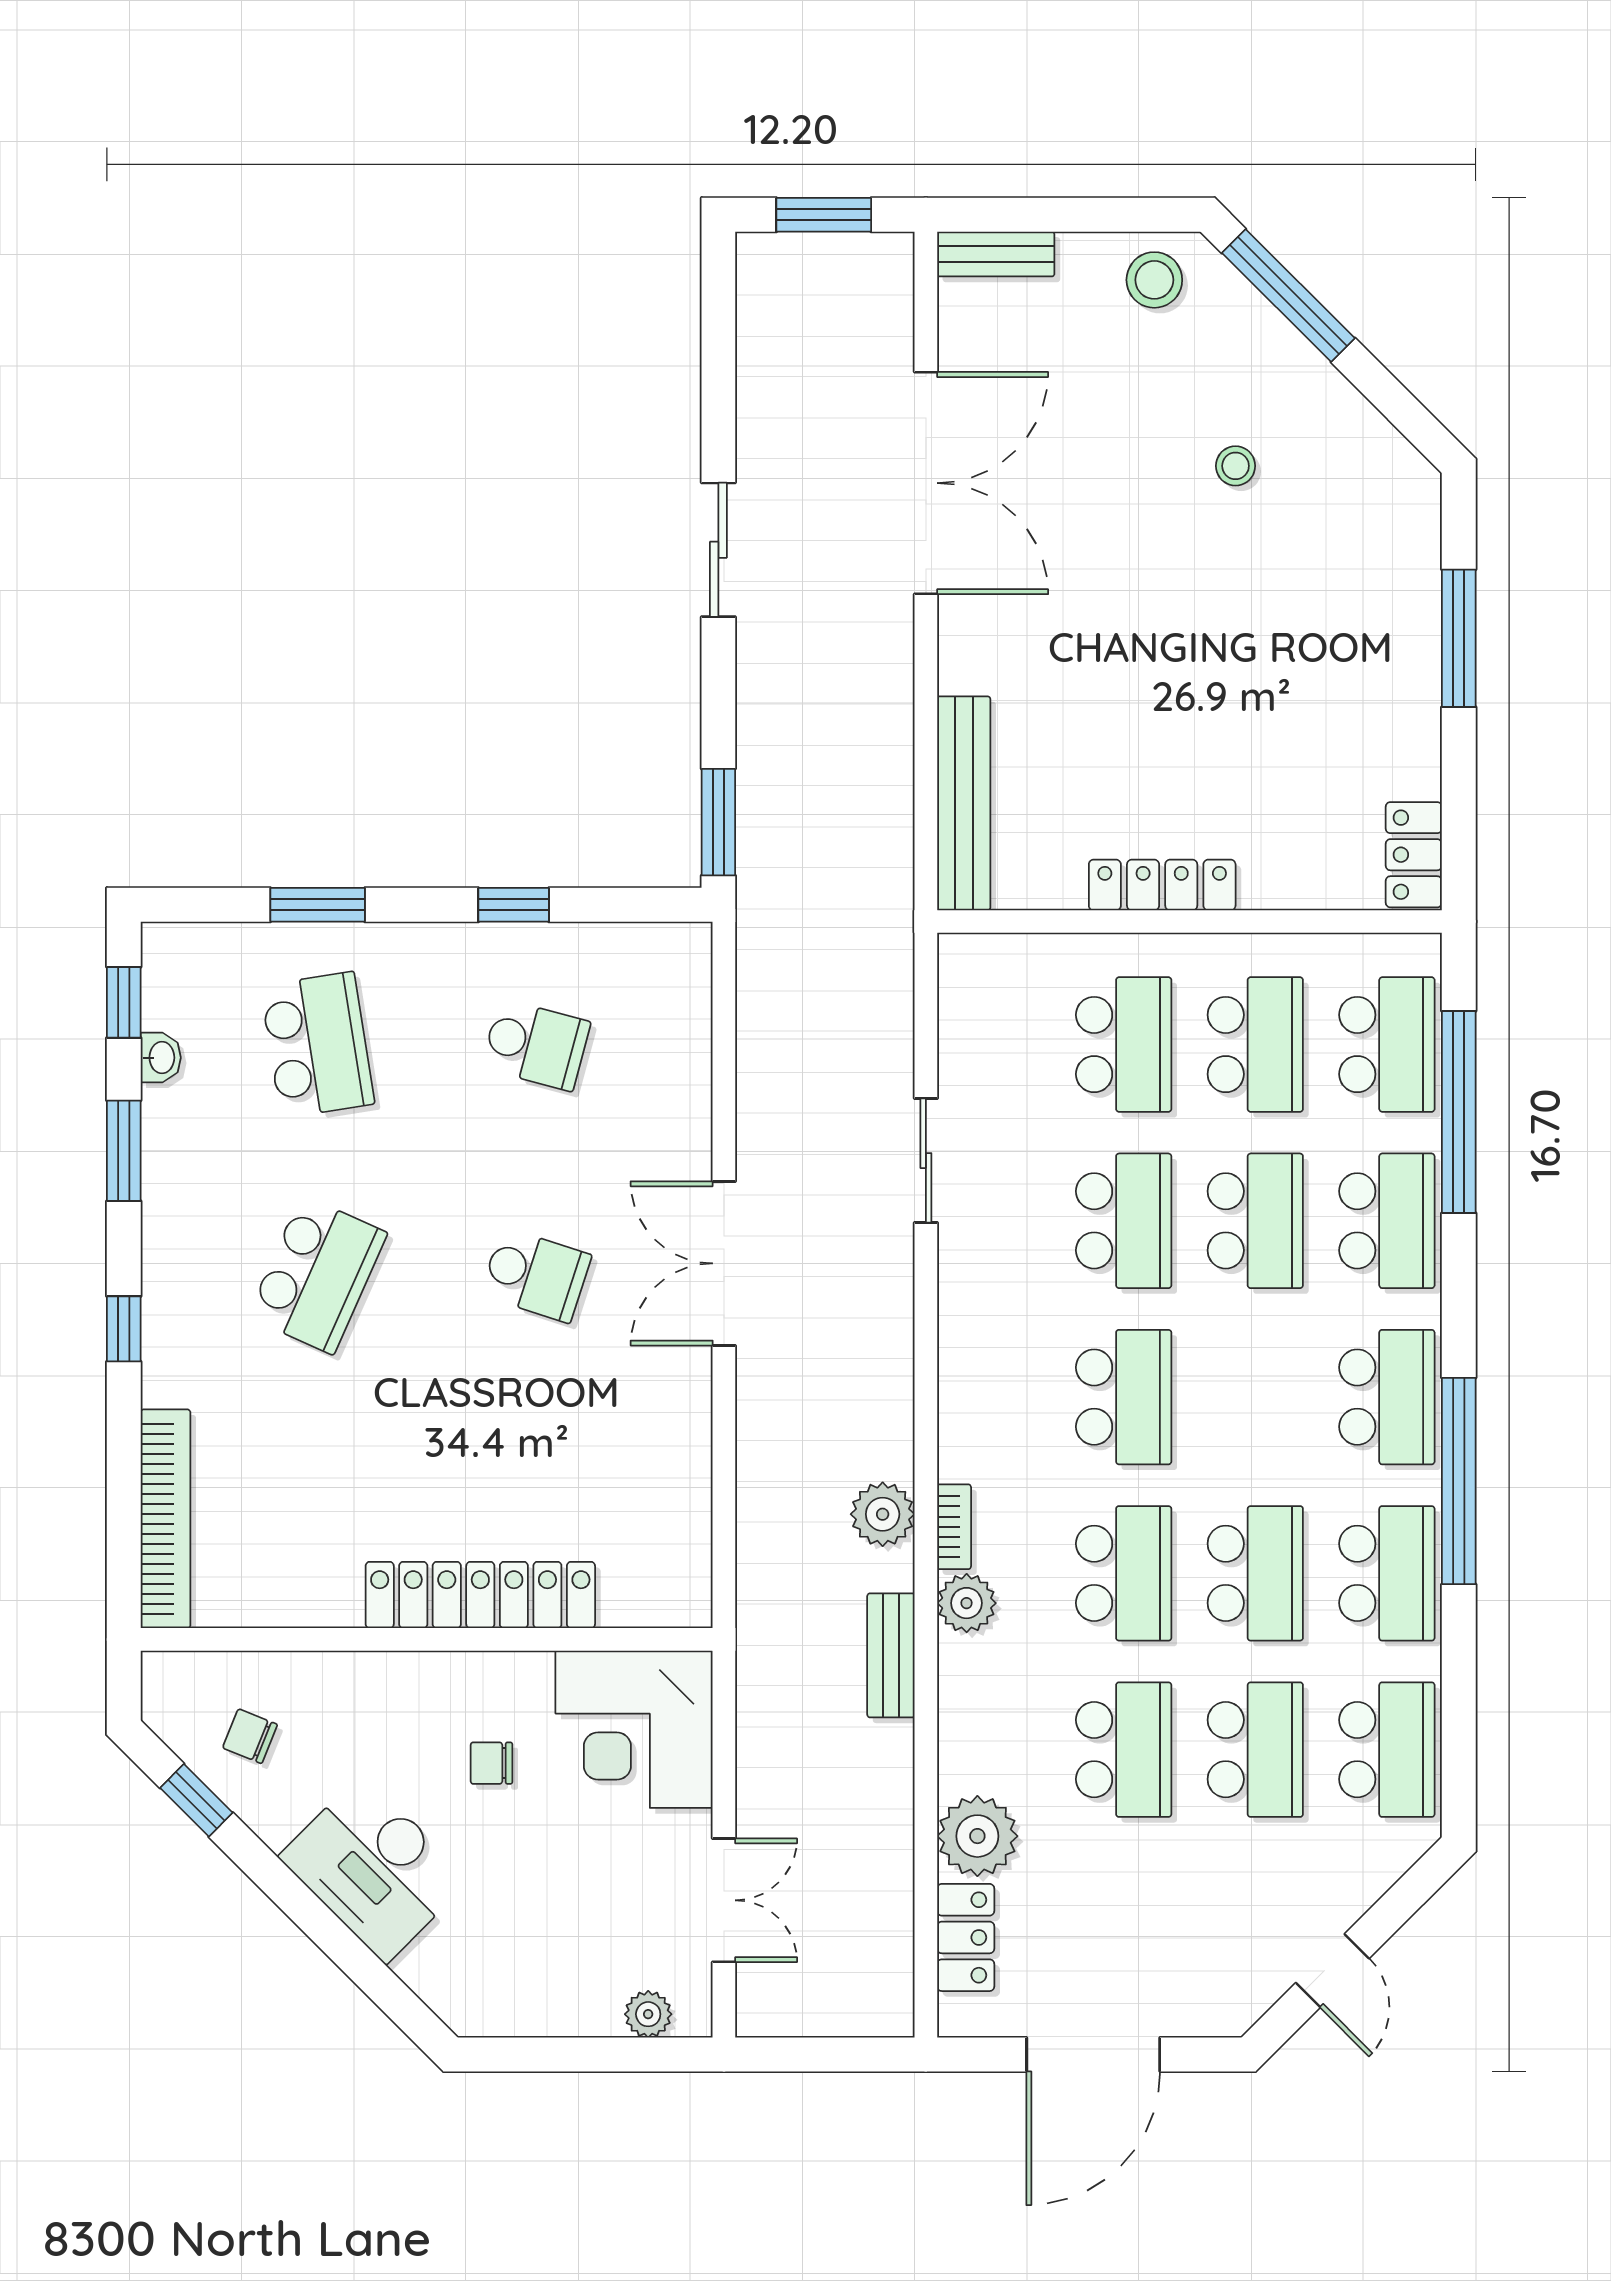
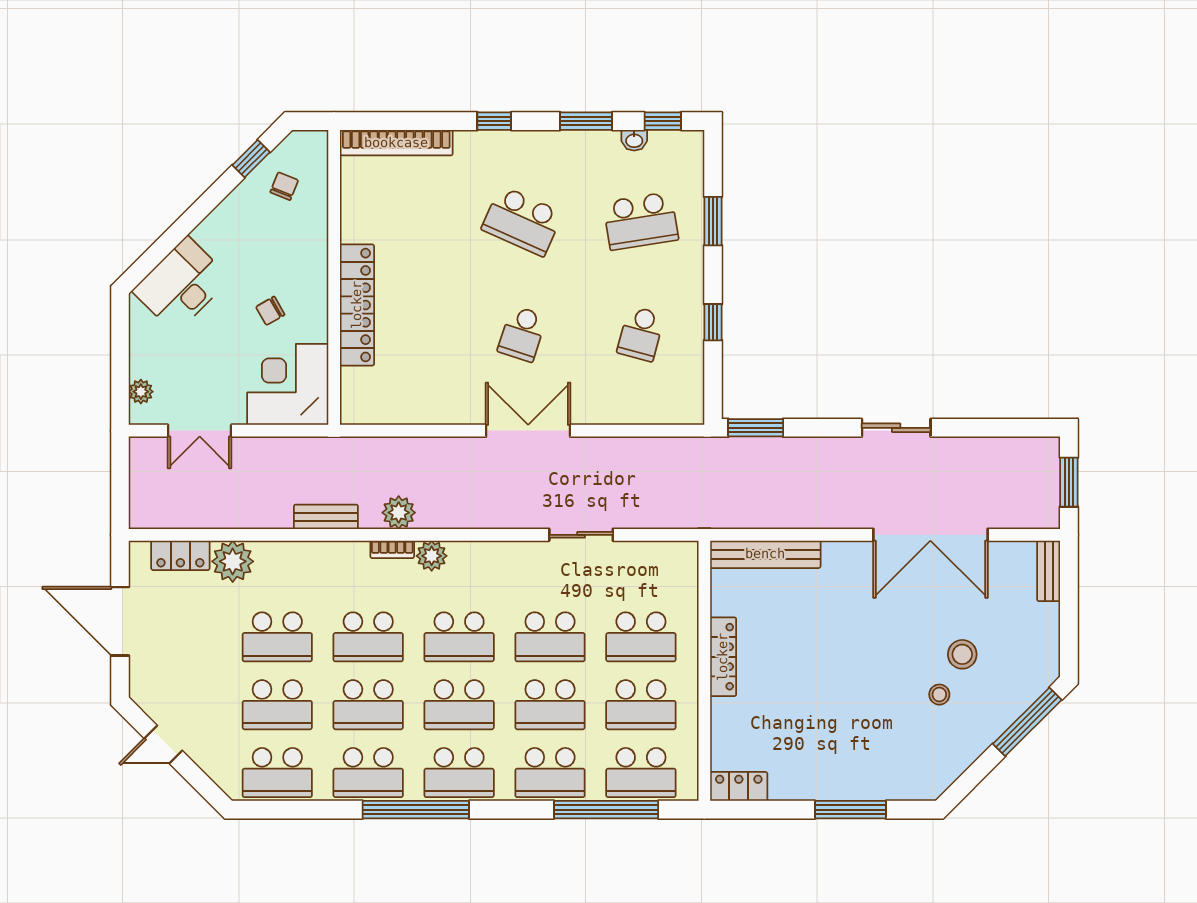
stool: (1154, 280) -> (962, 654), moved
school desk: (1255, 1397) -> (459, 705), added
plant: (967, 1603) -> (432, 556), moved
chair: (491, 1763) -> (270, 311), turned -120
desk: (374, 1868) -> (181, 285), moved

